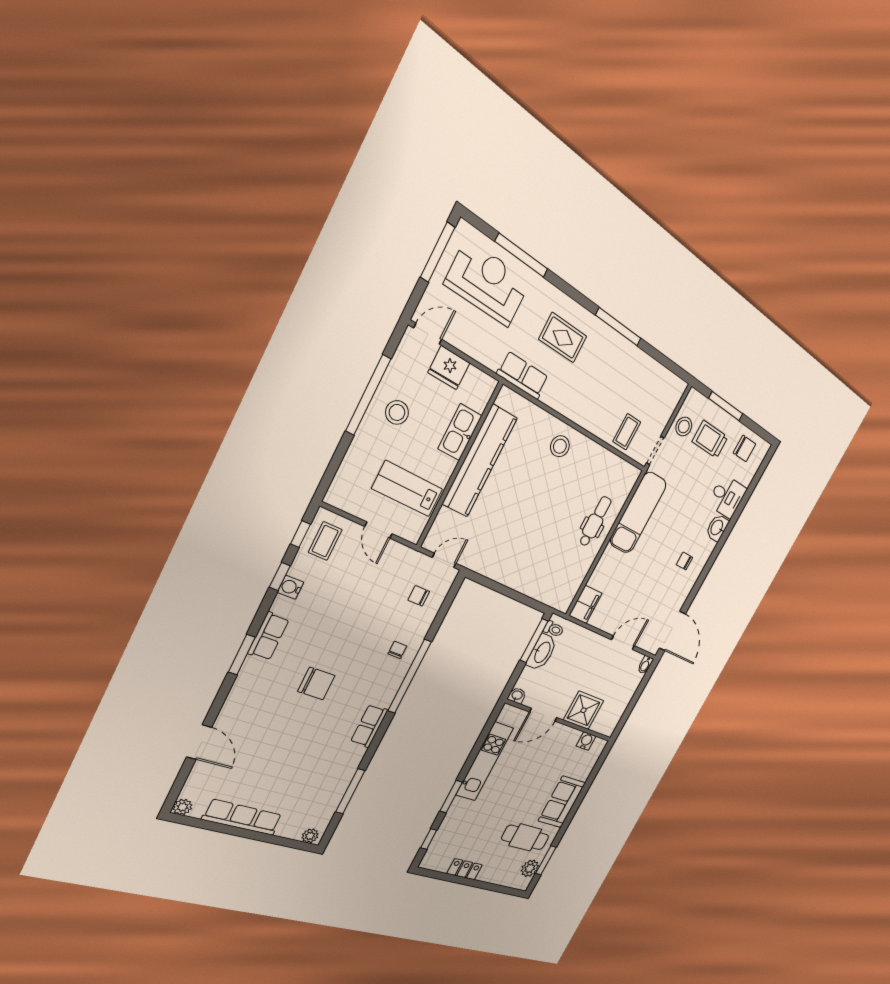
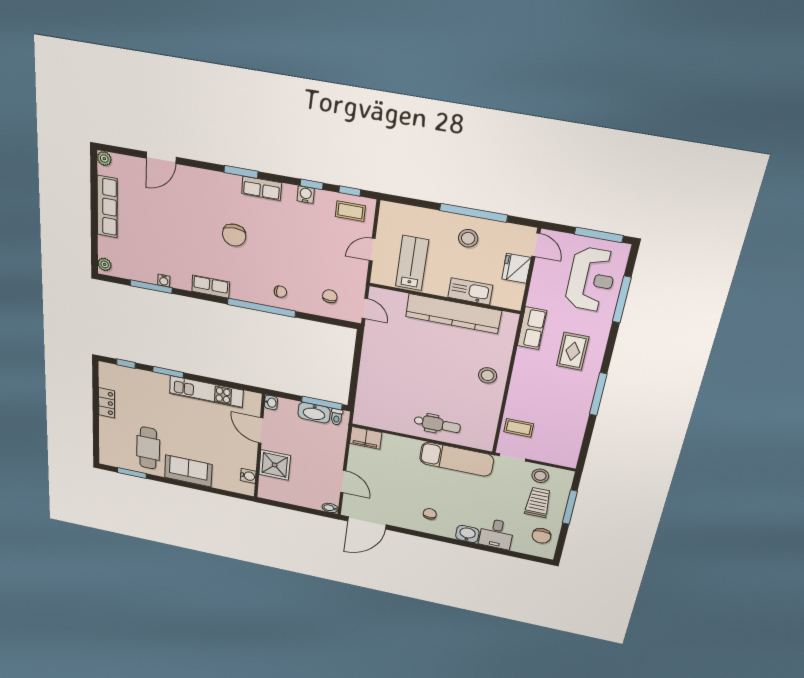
water cooler: (347, 776) -> (164, 280), added
plant: (530, 868) -> (121, 461), removed

